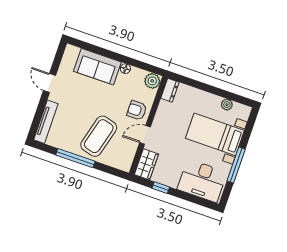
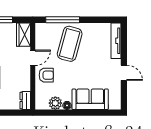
plant: (152, 81) -> (55, 103), moved
window: (75, 158) -> (63, 20), moved

